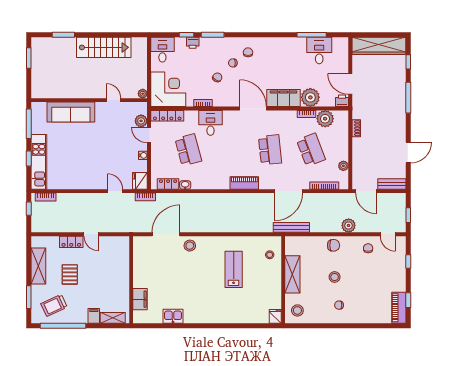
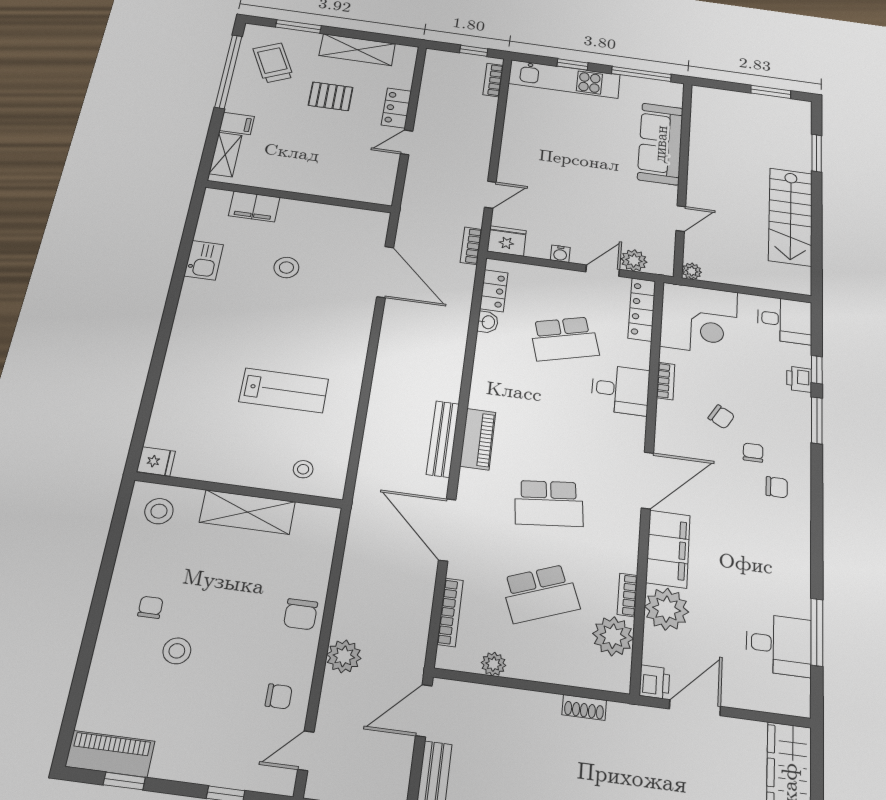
bench: (291, 227) -> (443, 439), moved
stool: (190, 246) -> (286, 268), moved
stool: (335, 277) -> (177, 651), moved

